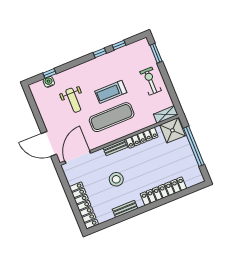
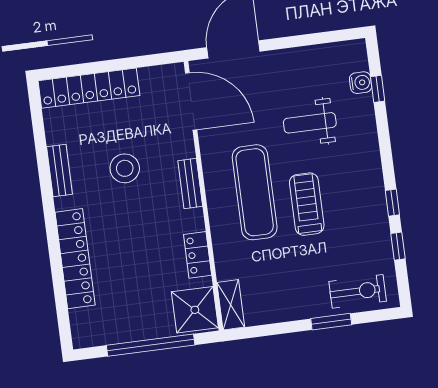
window: (156, 53) -> (331, 322), moved
exercise bike: (151, 81) -> (358, 291), moved
locker: (142, 138) -> (198, 255), width x0.66

